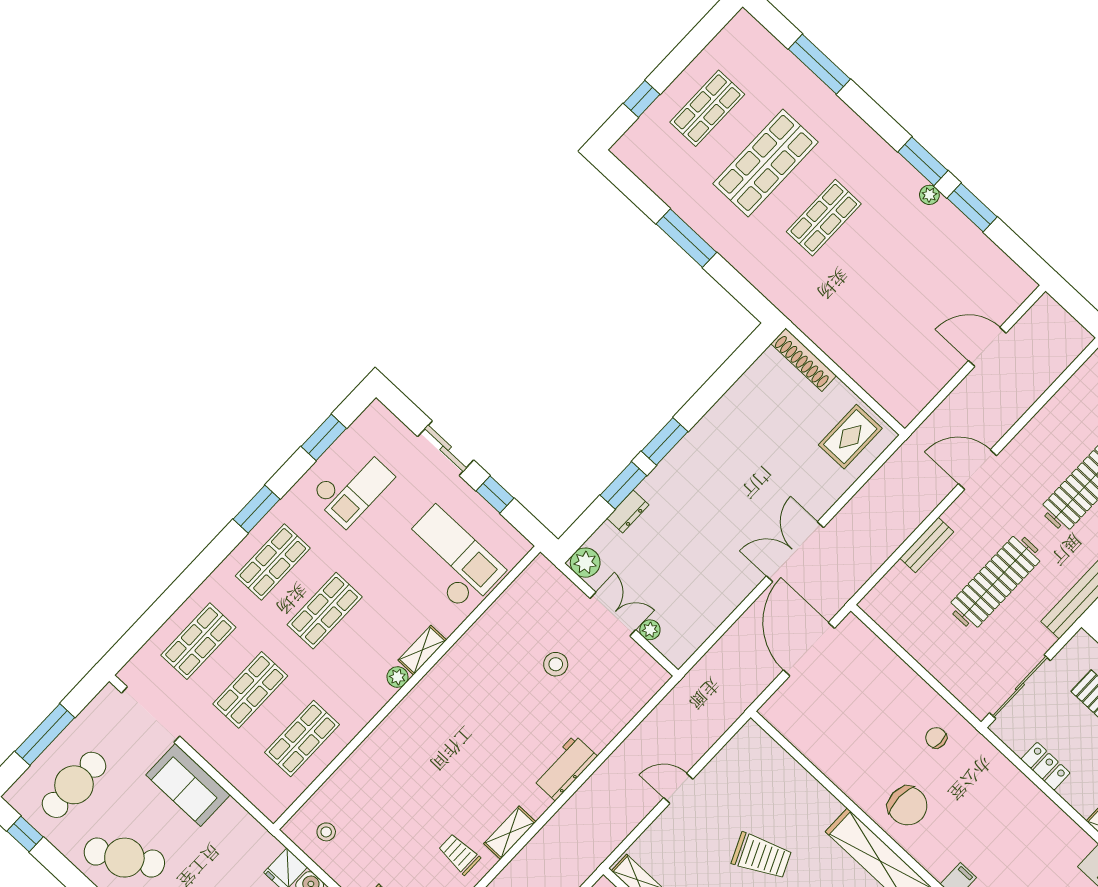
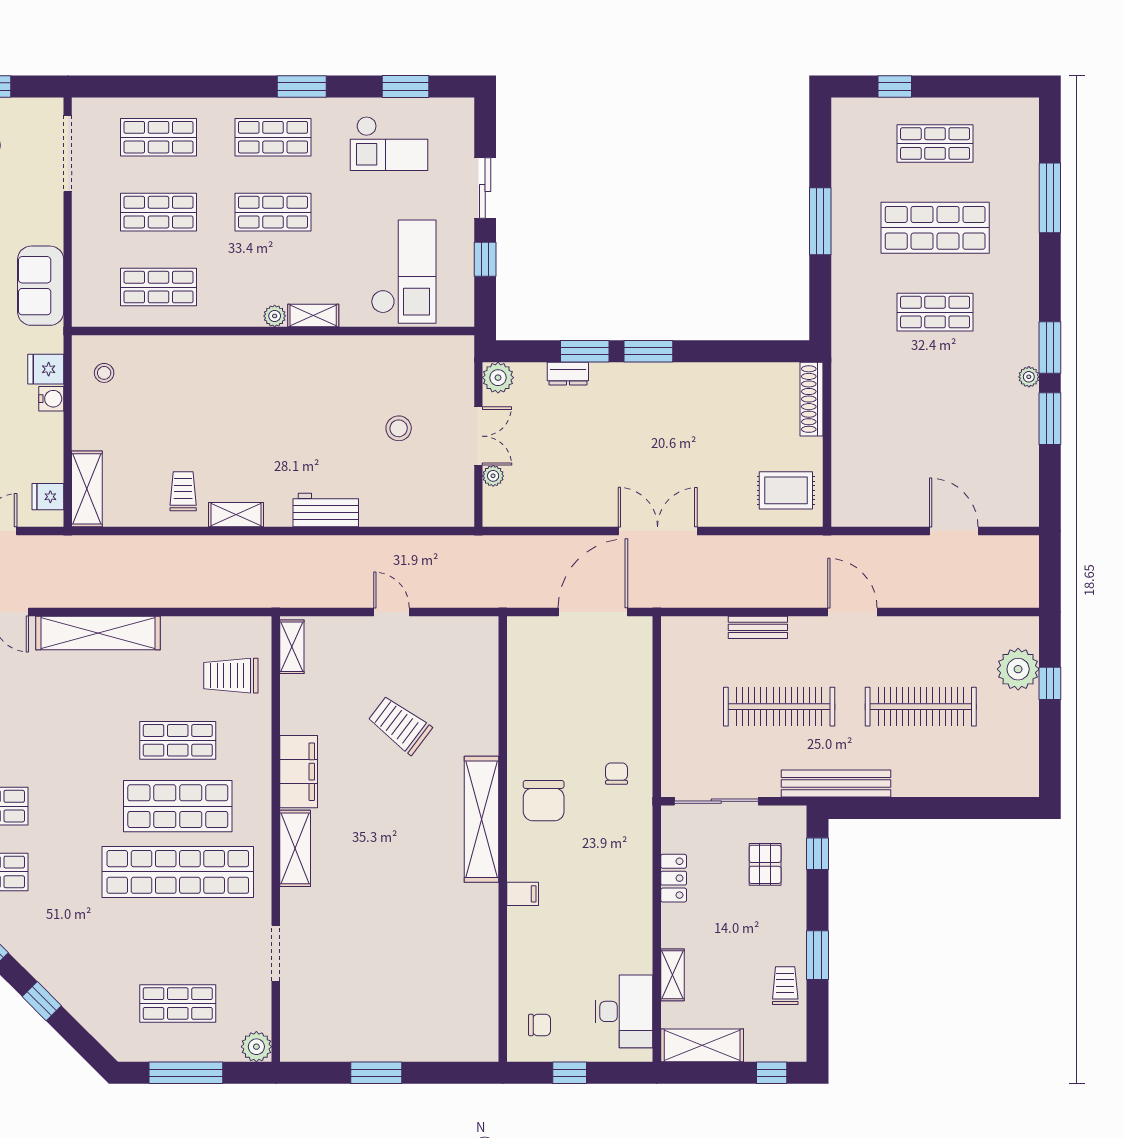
sofa: (188, 785) -> (41, 286), moved
trolley: (762, 856) -> (400, 725), turned 151

